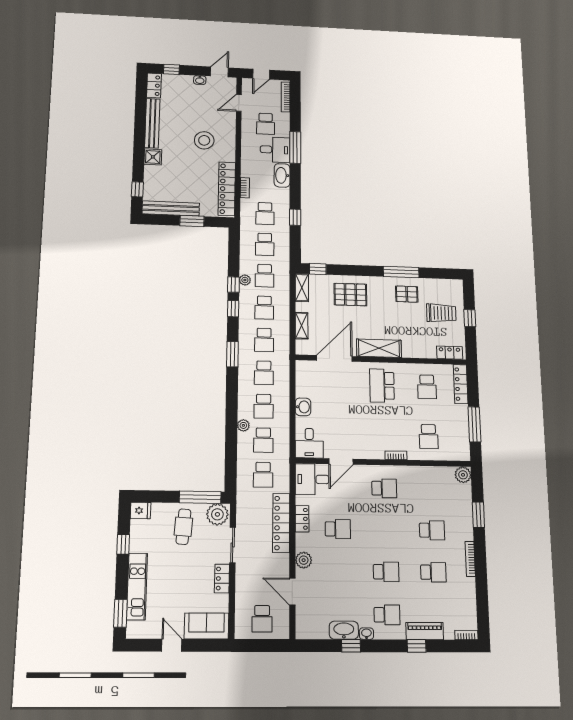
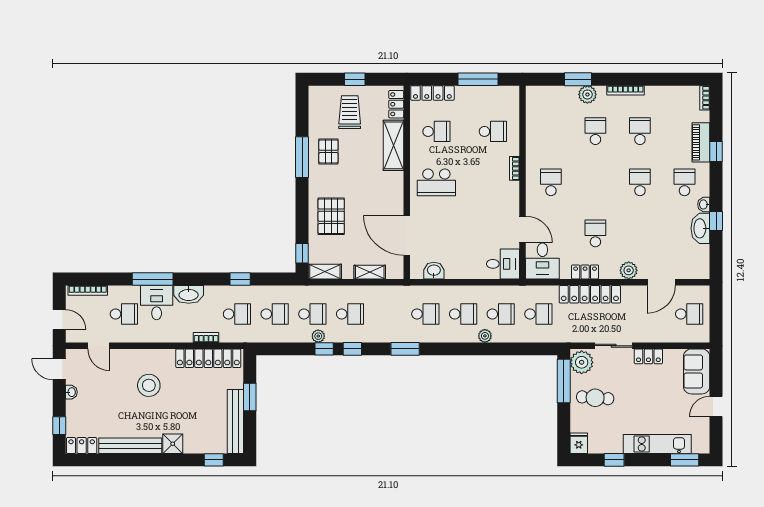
school desk: (264, 340) -> (388, 314), removed
shelving: (379, 348) -> (393, 145), moved
washbasin: (303, 407) -> (434, 271), moved
plant: (463, 475) -> (587, 94), moved

